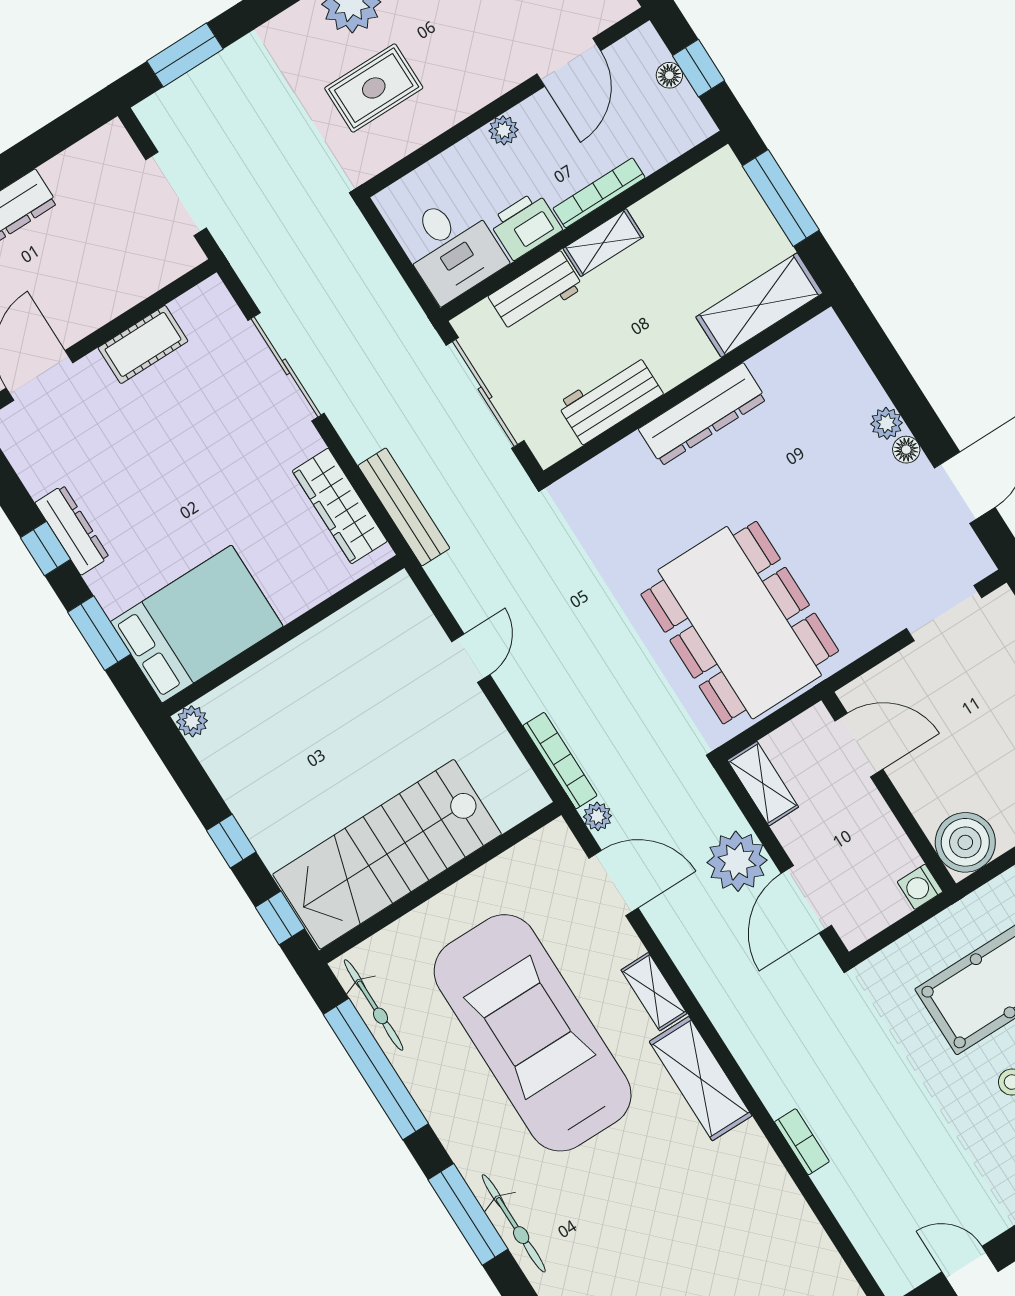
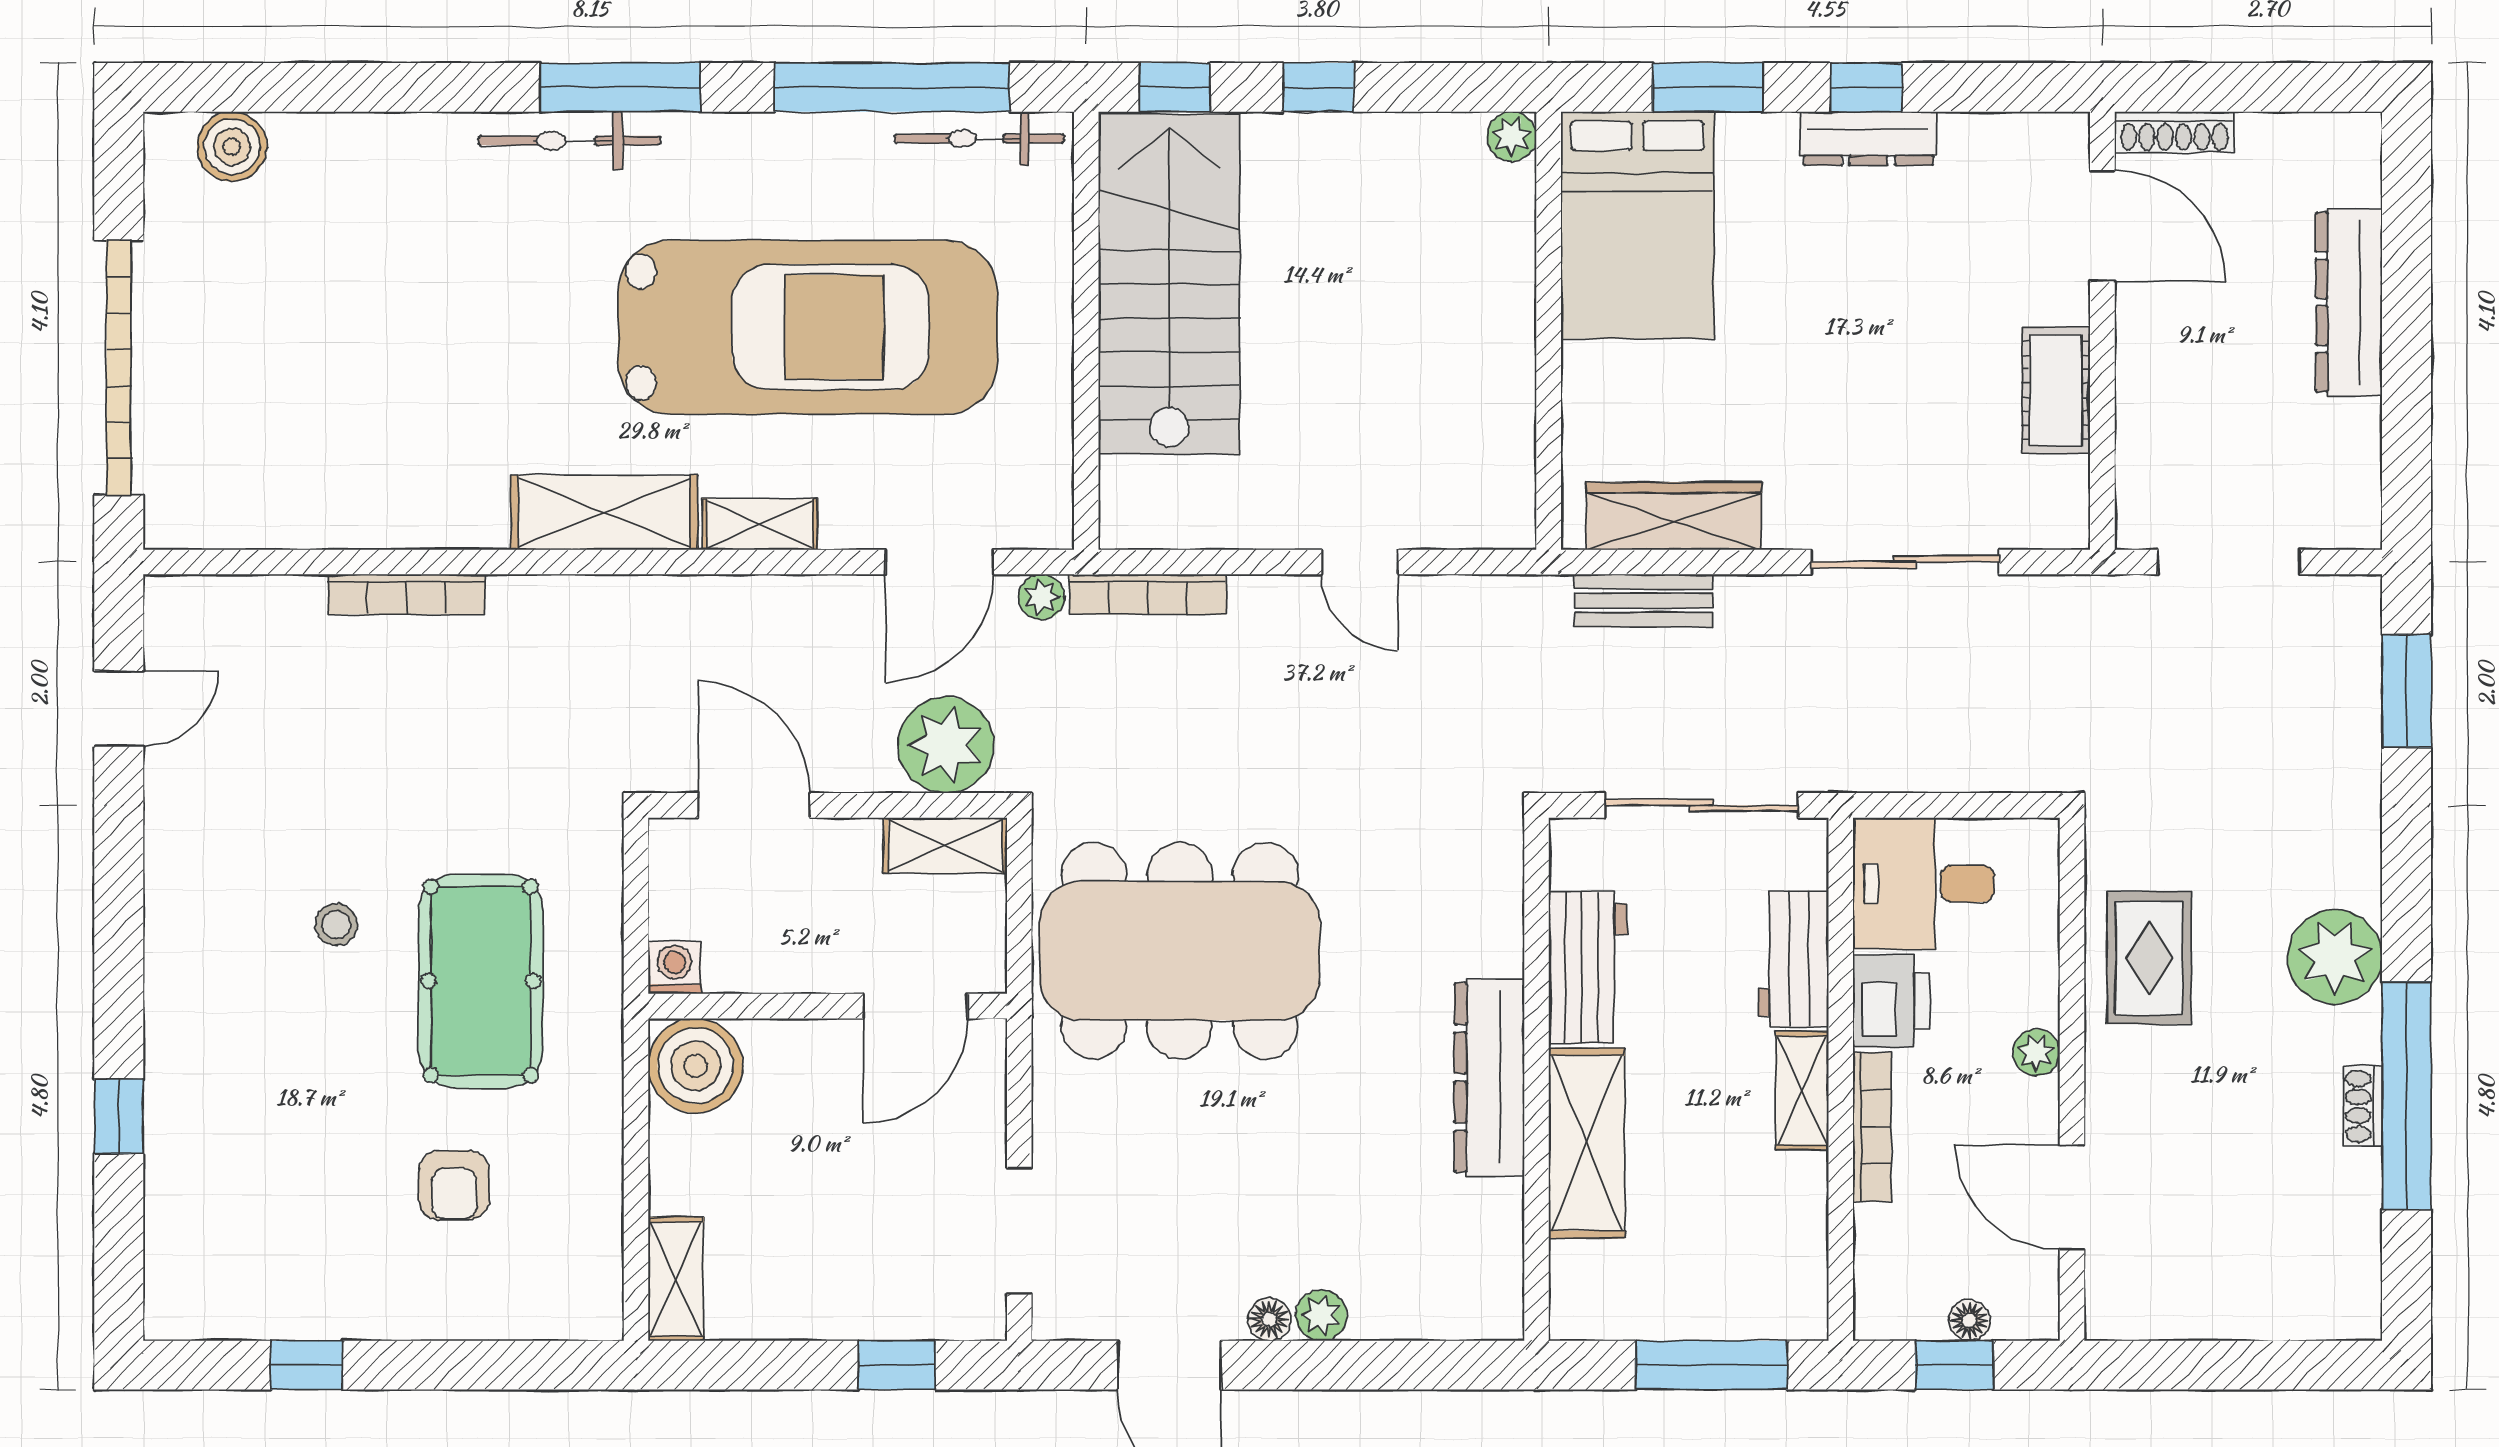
rug: (374, 88) -> (2149, 958), moved
shelving: (759, 305) -> (1587, 1143), moved
bench: (404, 507) -> (1643, 601), width x0.73
plant: (737, 861) -> (946, 745), moved
bookcase: (802, 1142) -> (406, 594), width x1.56

